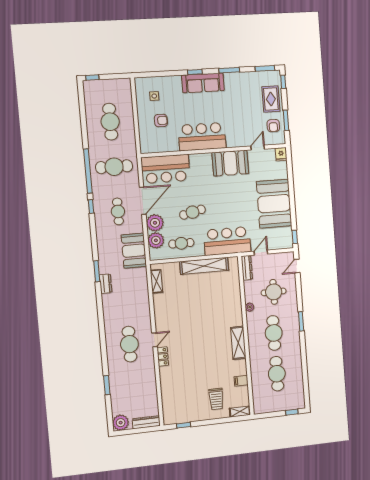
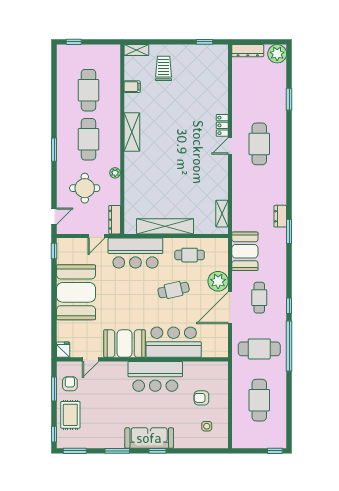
bar counter: (166, 169) -> (174, 342), moved
plant: (156, 240) -> (219, 261), removed

